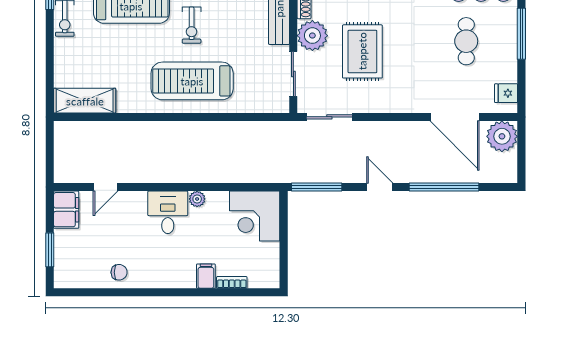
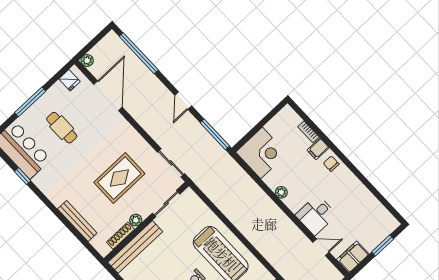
plant: (312, 36) -> (136, 220), width x0.53, depth x0.53
cafe table: (466, 41) -> (62, 128), turned 90
plant: (502, 136) -> (87, 60), width x0.53, depth x0.53
window: (444, 187) -> (139, 53), moved
desk: (168, 212) -> (316, 215), moved
chair: (119, 272) -> (331, 164), moved

